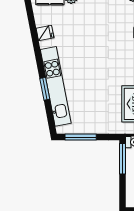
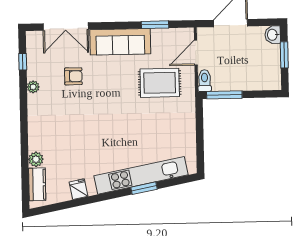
window: (81, 137) -> (200, 145), removed

